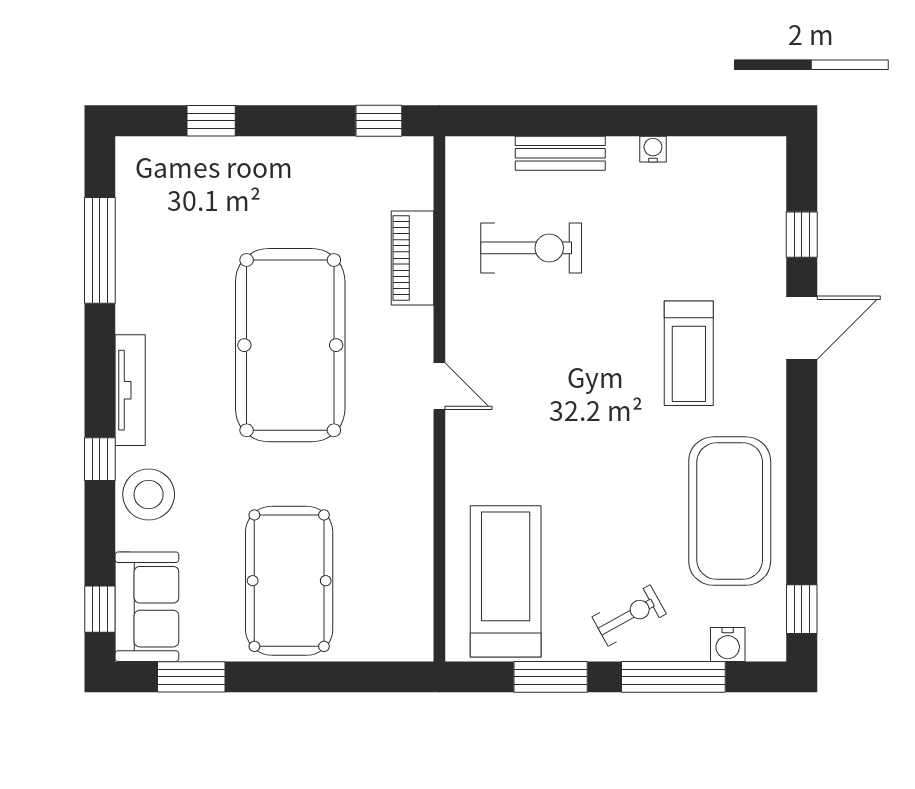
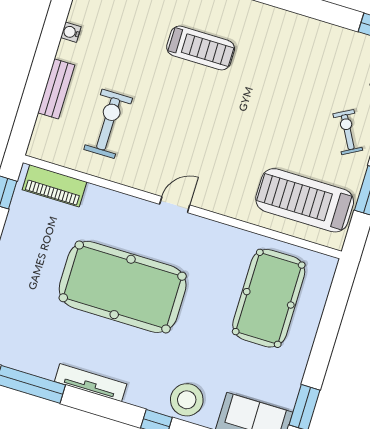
piano: (412, 258) -> (54, 186), moved
tv unit: (130, 390) -> (91, 383), moved
exercise mat: (730, 511) -> (303, 52), removed
pool table: (289, 581) -> (269, 298), moved, turned 90

